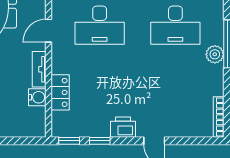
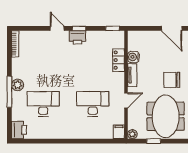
window: (100, 141) -> (79, 28), moved

